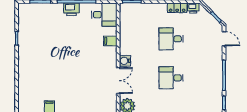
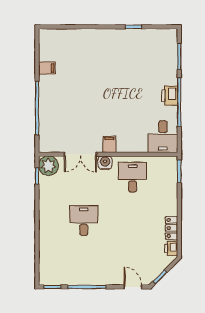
desk: (171, 39) -> (133, 177), moved
door: (224, 39) -> (133, 287), swing flipped
filing cabinet: (110, 41) -> (109, 144), moved

